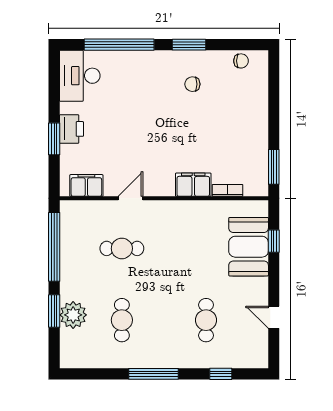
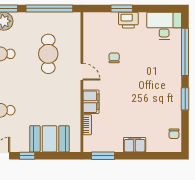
chair: (192, 84) -> (114, 58), moved
filing cabinet: (86, 185) -> (135, 145), moved, turned -90
door: (130, 198) -> (82, 72), moved
window: (274, 241) -> (27, 156), moved
cafe table: (122, 248) -> (48, 54), width x1.37, depth x1.35

